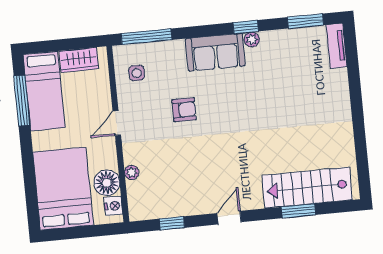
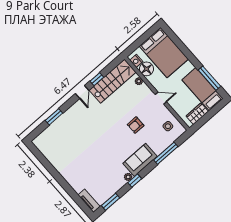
window: (146, 37) -> (166, 153), moved
door: (117, 123) -> (161, 98), hinge flipped
stairs: (307, 188) -> (113, 81), moved
window: (172, 223) -> (97, 79), moved

